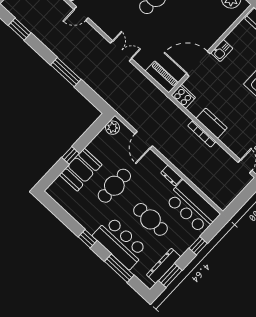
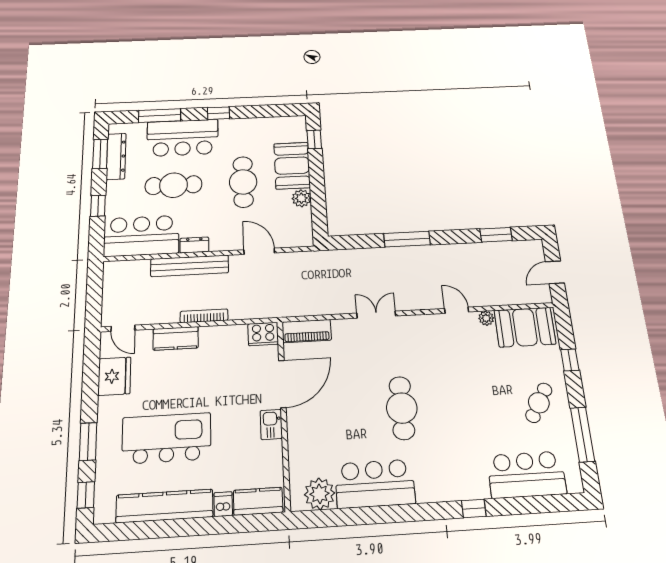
door: (81, 14) -> (457, 310), hinge flipped
double door: (121, 51) -> (376, 315), swing flipped
kitchen counter: (212, 123) -> (176, 338), moved
plant: (113, 128) -> (301, 198), moved
window: (70, 155) -> (314, 139), moved
bench: (184, 167) -> (190, 266), added

